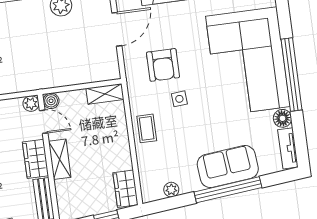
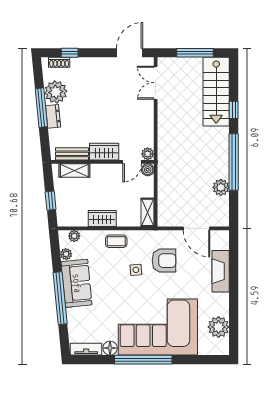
armchair: (163, 65) -> (164, 261), turned 180
shelving: (60, 159) -> (74, 170), moved
sofa: (228, 167) -> (77, 283), moved
plant: (147, 182) -> (74, 236), added
wardrobe: (125, 189) -> (102, 218), moved

